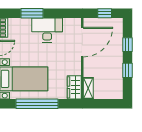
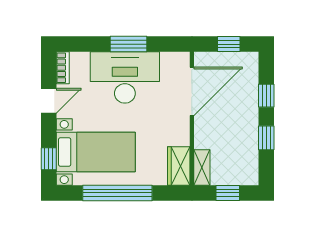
window: (32, 13) -> (128, 44), moved
desk: (47, 30) -> (125, 77), width x1.36, depth x1.30
window: (104, 104) -> (228, 193), added

